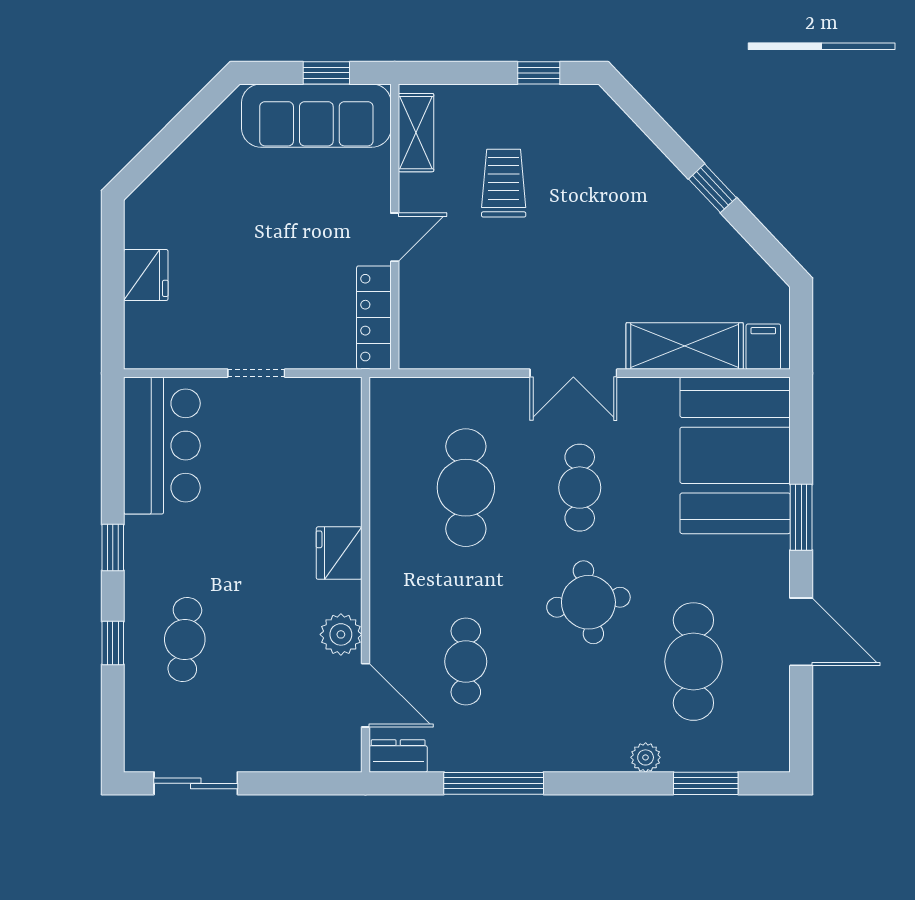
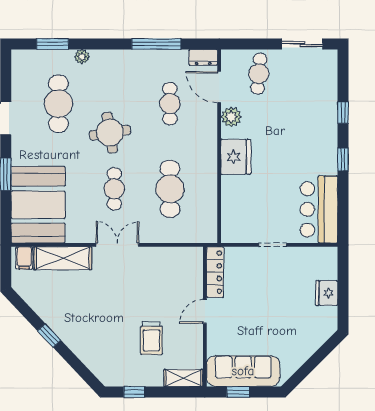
shelving: (416, 133) -> (183, 378), moved, turned 90
fridge: (339, 553) -> (236, 157), width x1.36, depth x1.34
cafe table: (185, 640) -> (259, 74), moved

